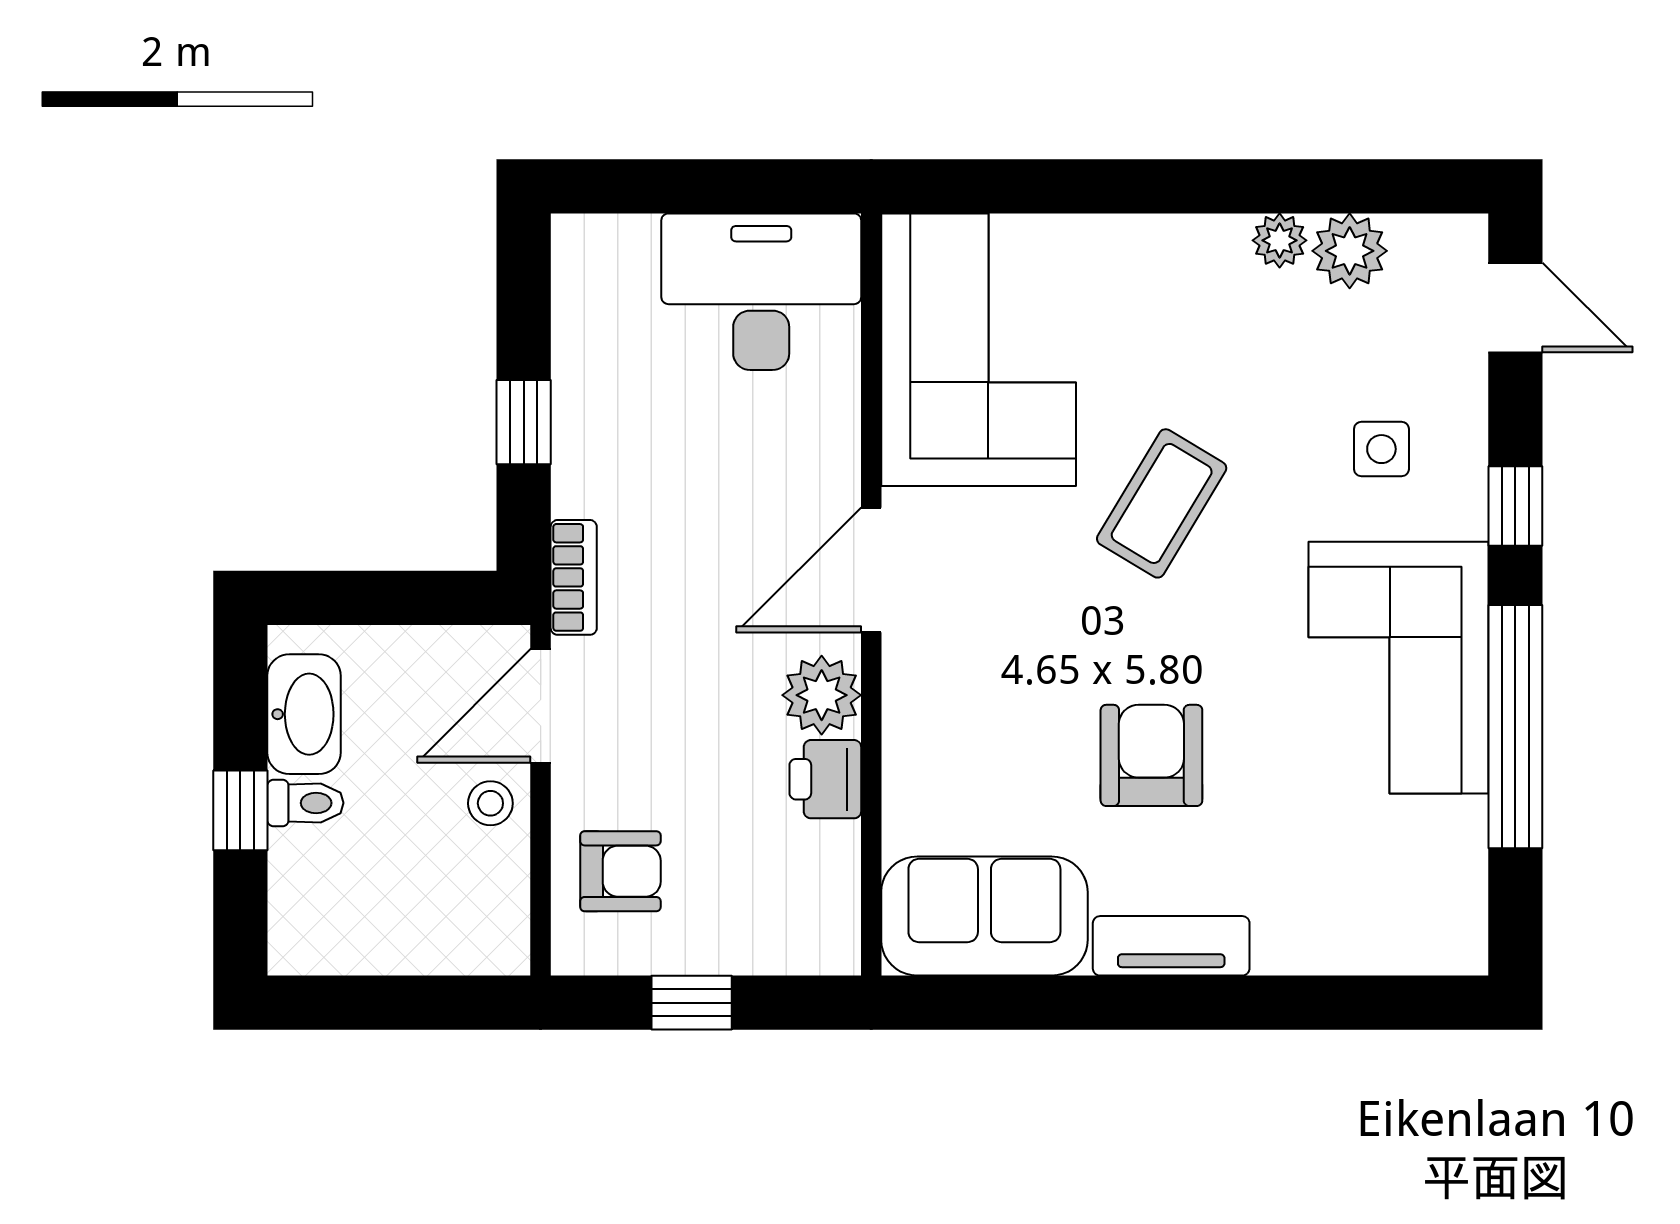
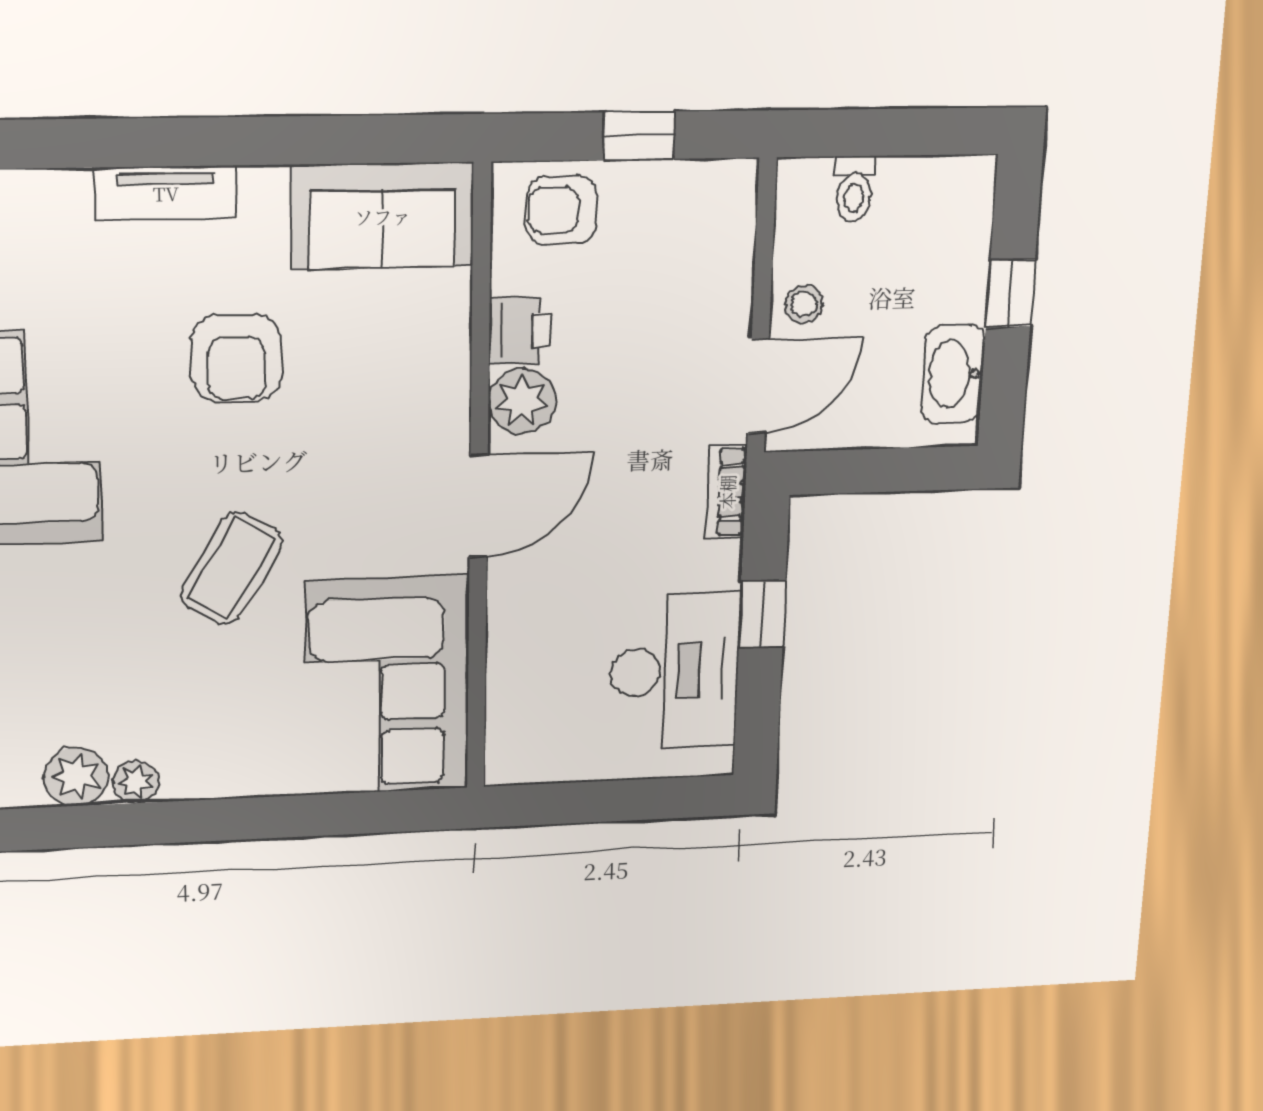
desk: (761, 292) -> (675, 671), moved, turned -90
side table: (1381, 449) -> (42, 620), removed
toilet: (305, 803) -> (854, 189), moved, turned -90
armchair: (620, 871) -> (562, 210), moved
tv unit: (1171, 946) -> (166, 193), moved

